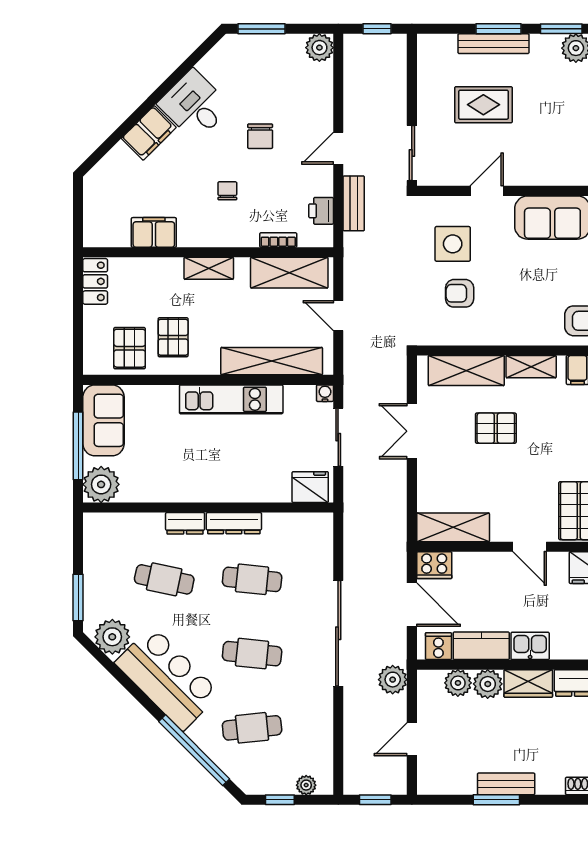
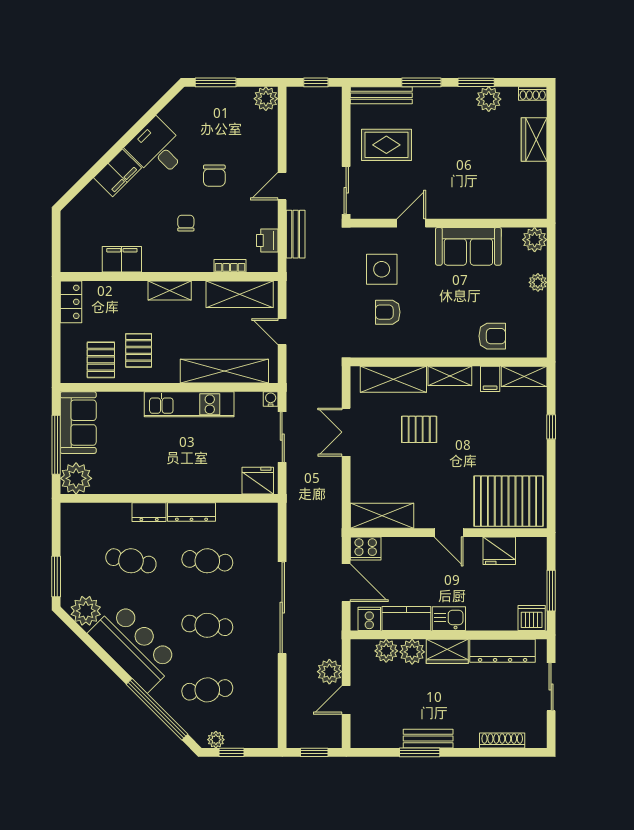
bench: (494, 44) -> (381, 95), moved
rug: (483, 105) -> (386, 145), moved
plant: (393, 680) -> (329, 672), moved
plant: (306, 785) -> (216, 740), moved

